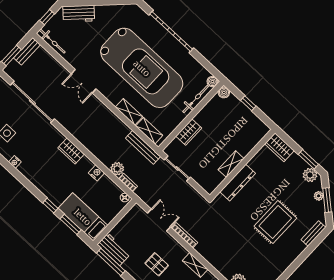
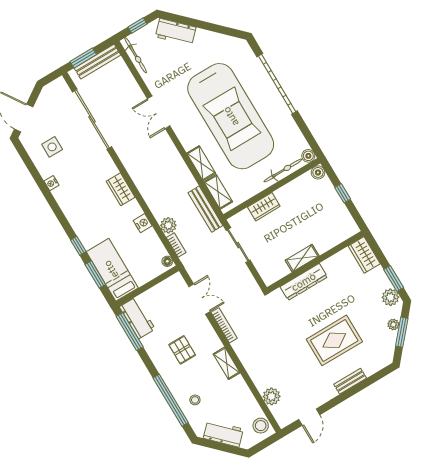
bench: (27, 51) -> (97, 62), width x1.36
bench: (313, 234) -> (350, 381), moved

